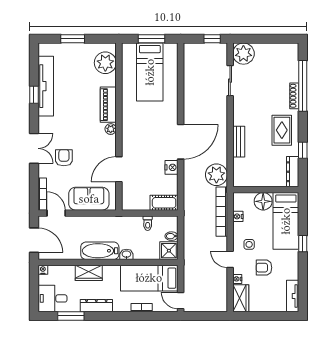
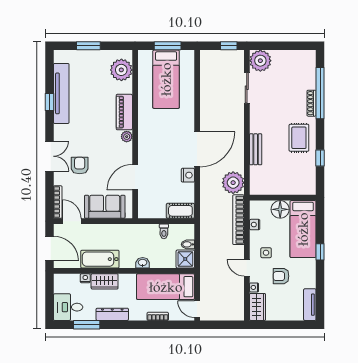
dresser: (293, 172) -> (310, 180), removed
bathtub: (100, 251) -> (100, 259), moved
nightstand: (43, 270) -> (85, 278), moved

